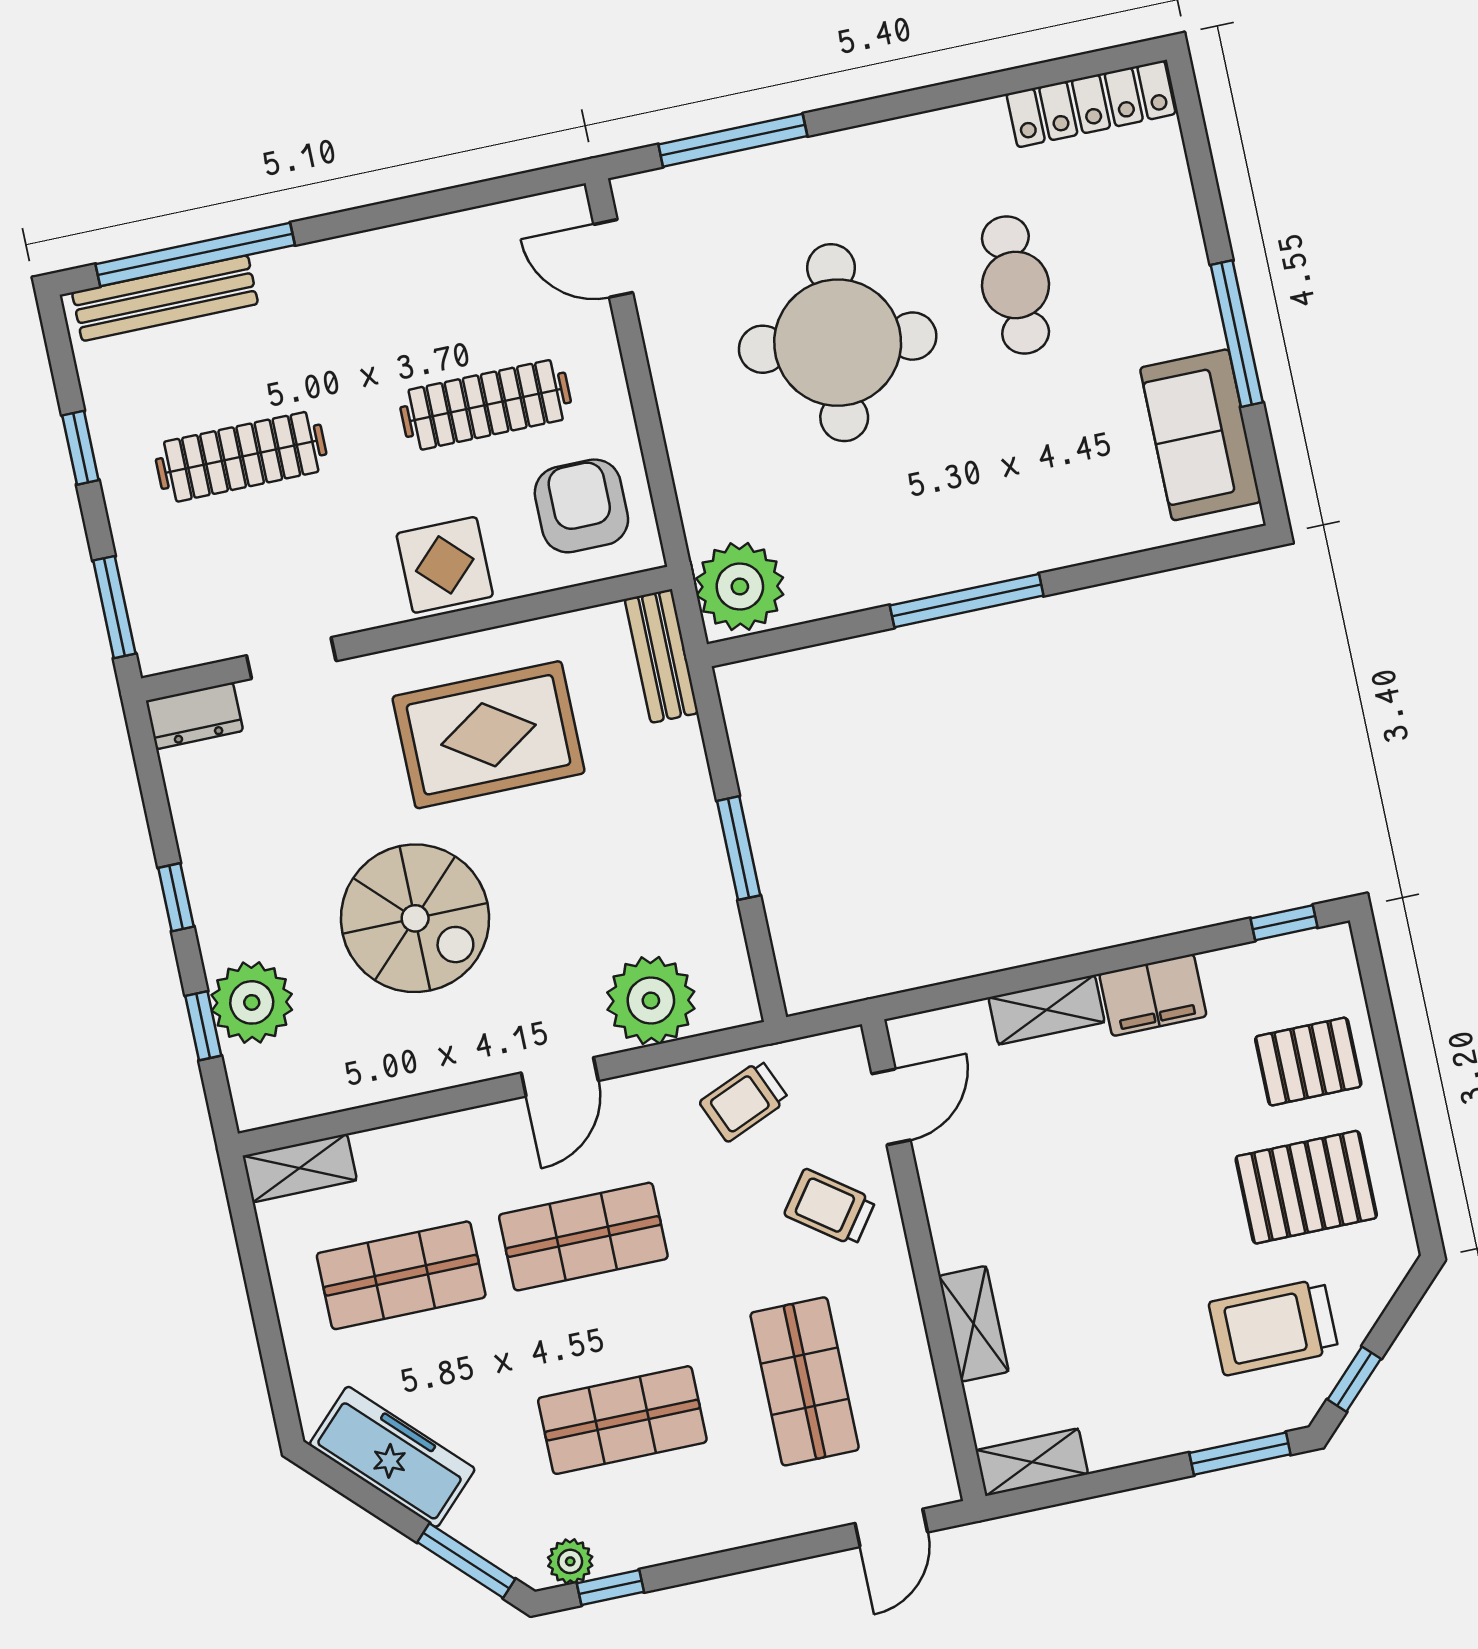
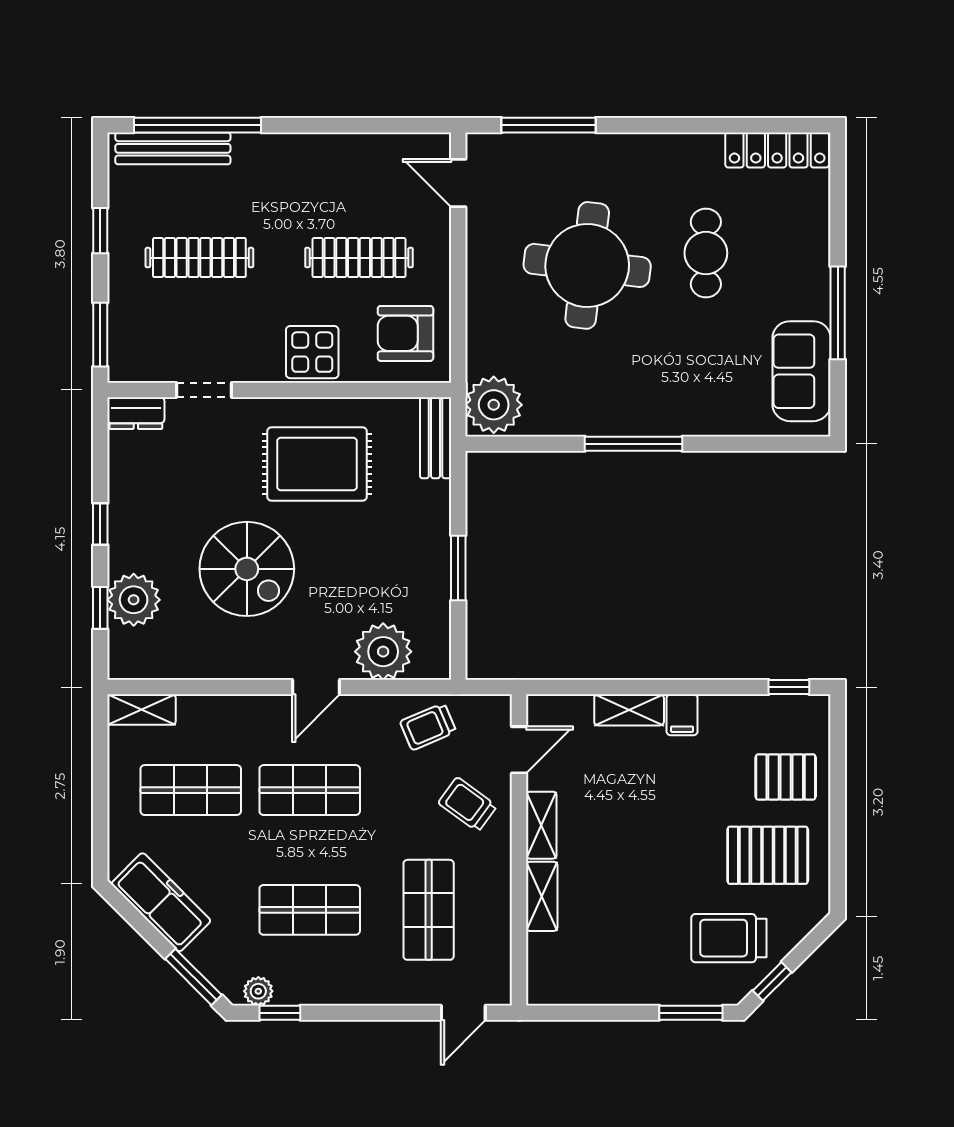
armchair: (581, 506) -> (405, 333), turned -90
filing cabinet: (1153, 995) -> (682, 715), width x0.50
shelving: (1032, 1462) -> (541, 825), moved, turned 90

